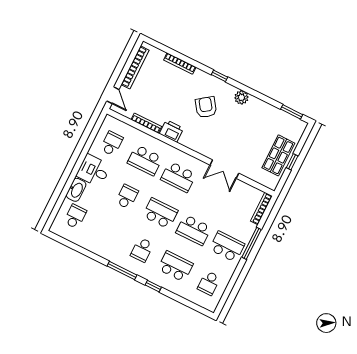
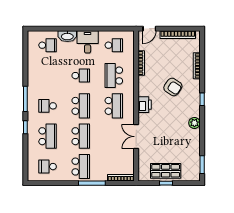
armchair: (206, 107) -> (173, 87), moved, turned 70
printer: (171, 131) -> (145, 105), moved
school desk: (178, 177) -> (114, 106), turned 180
school desk: (194, 230) -> (81, 136), turned 180

